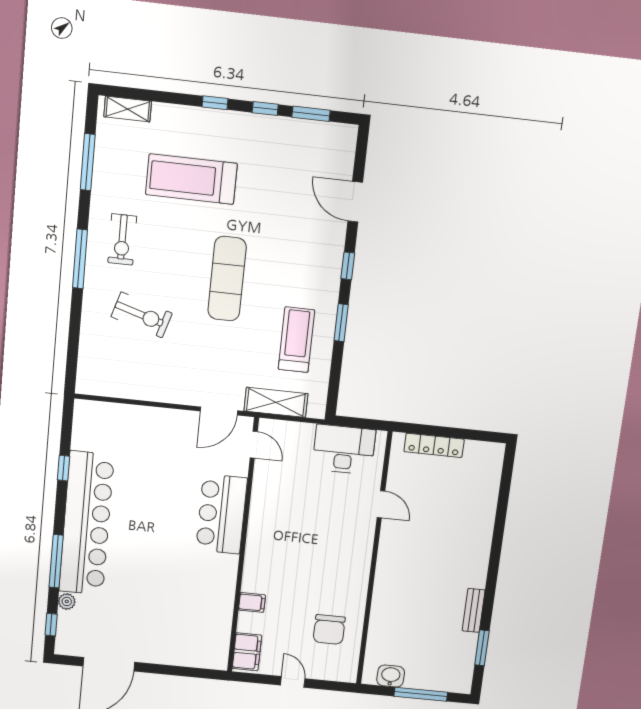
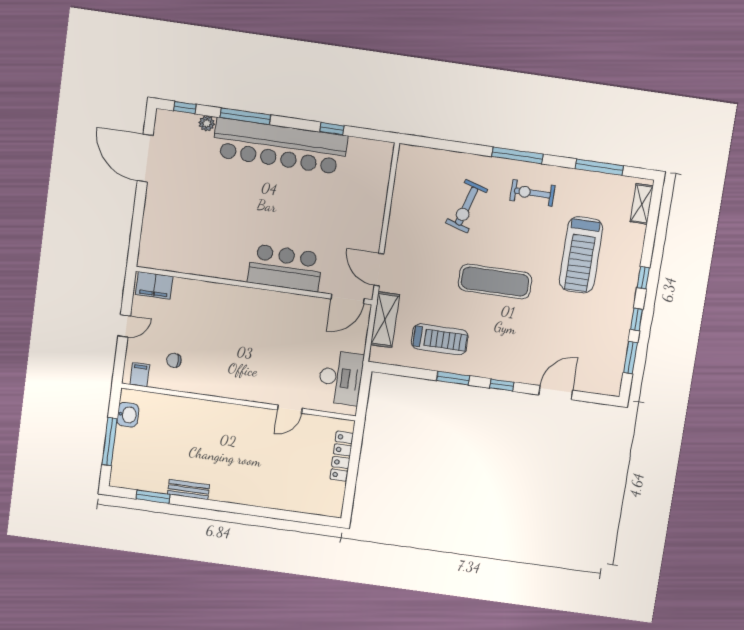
treadmill: (191, 179) -> (581, 255), turned 180
door: (254, 445) -> (348, 299), width x1.38
filing cabinet: (252, 603) -> (140, 375), moved, turned 180
chair: (329, 629) -> (174, 360), width x0.54, depth x0.54

